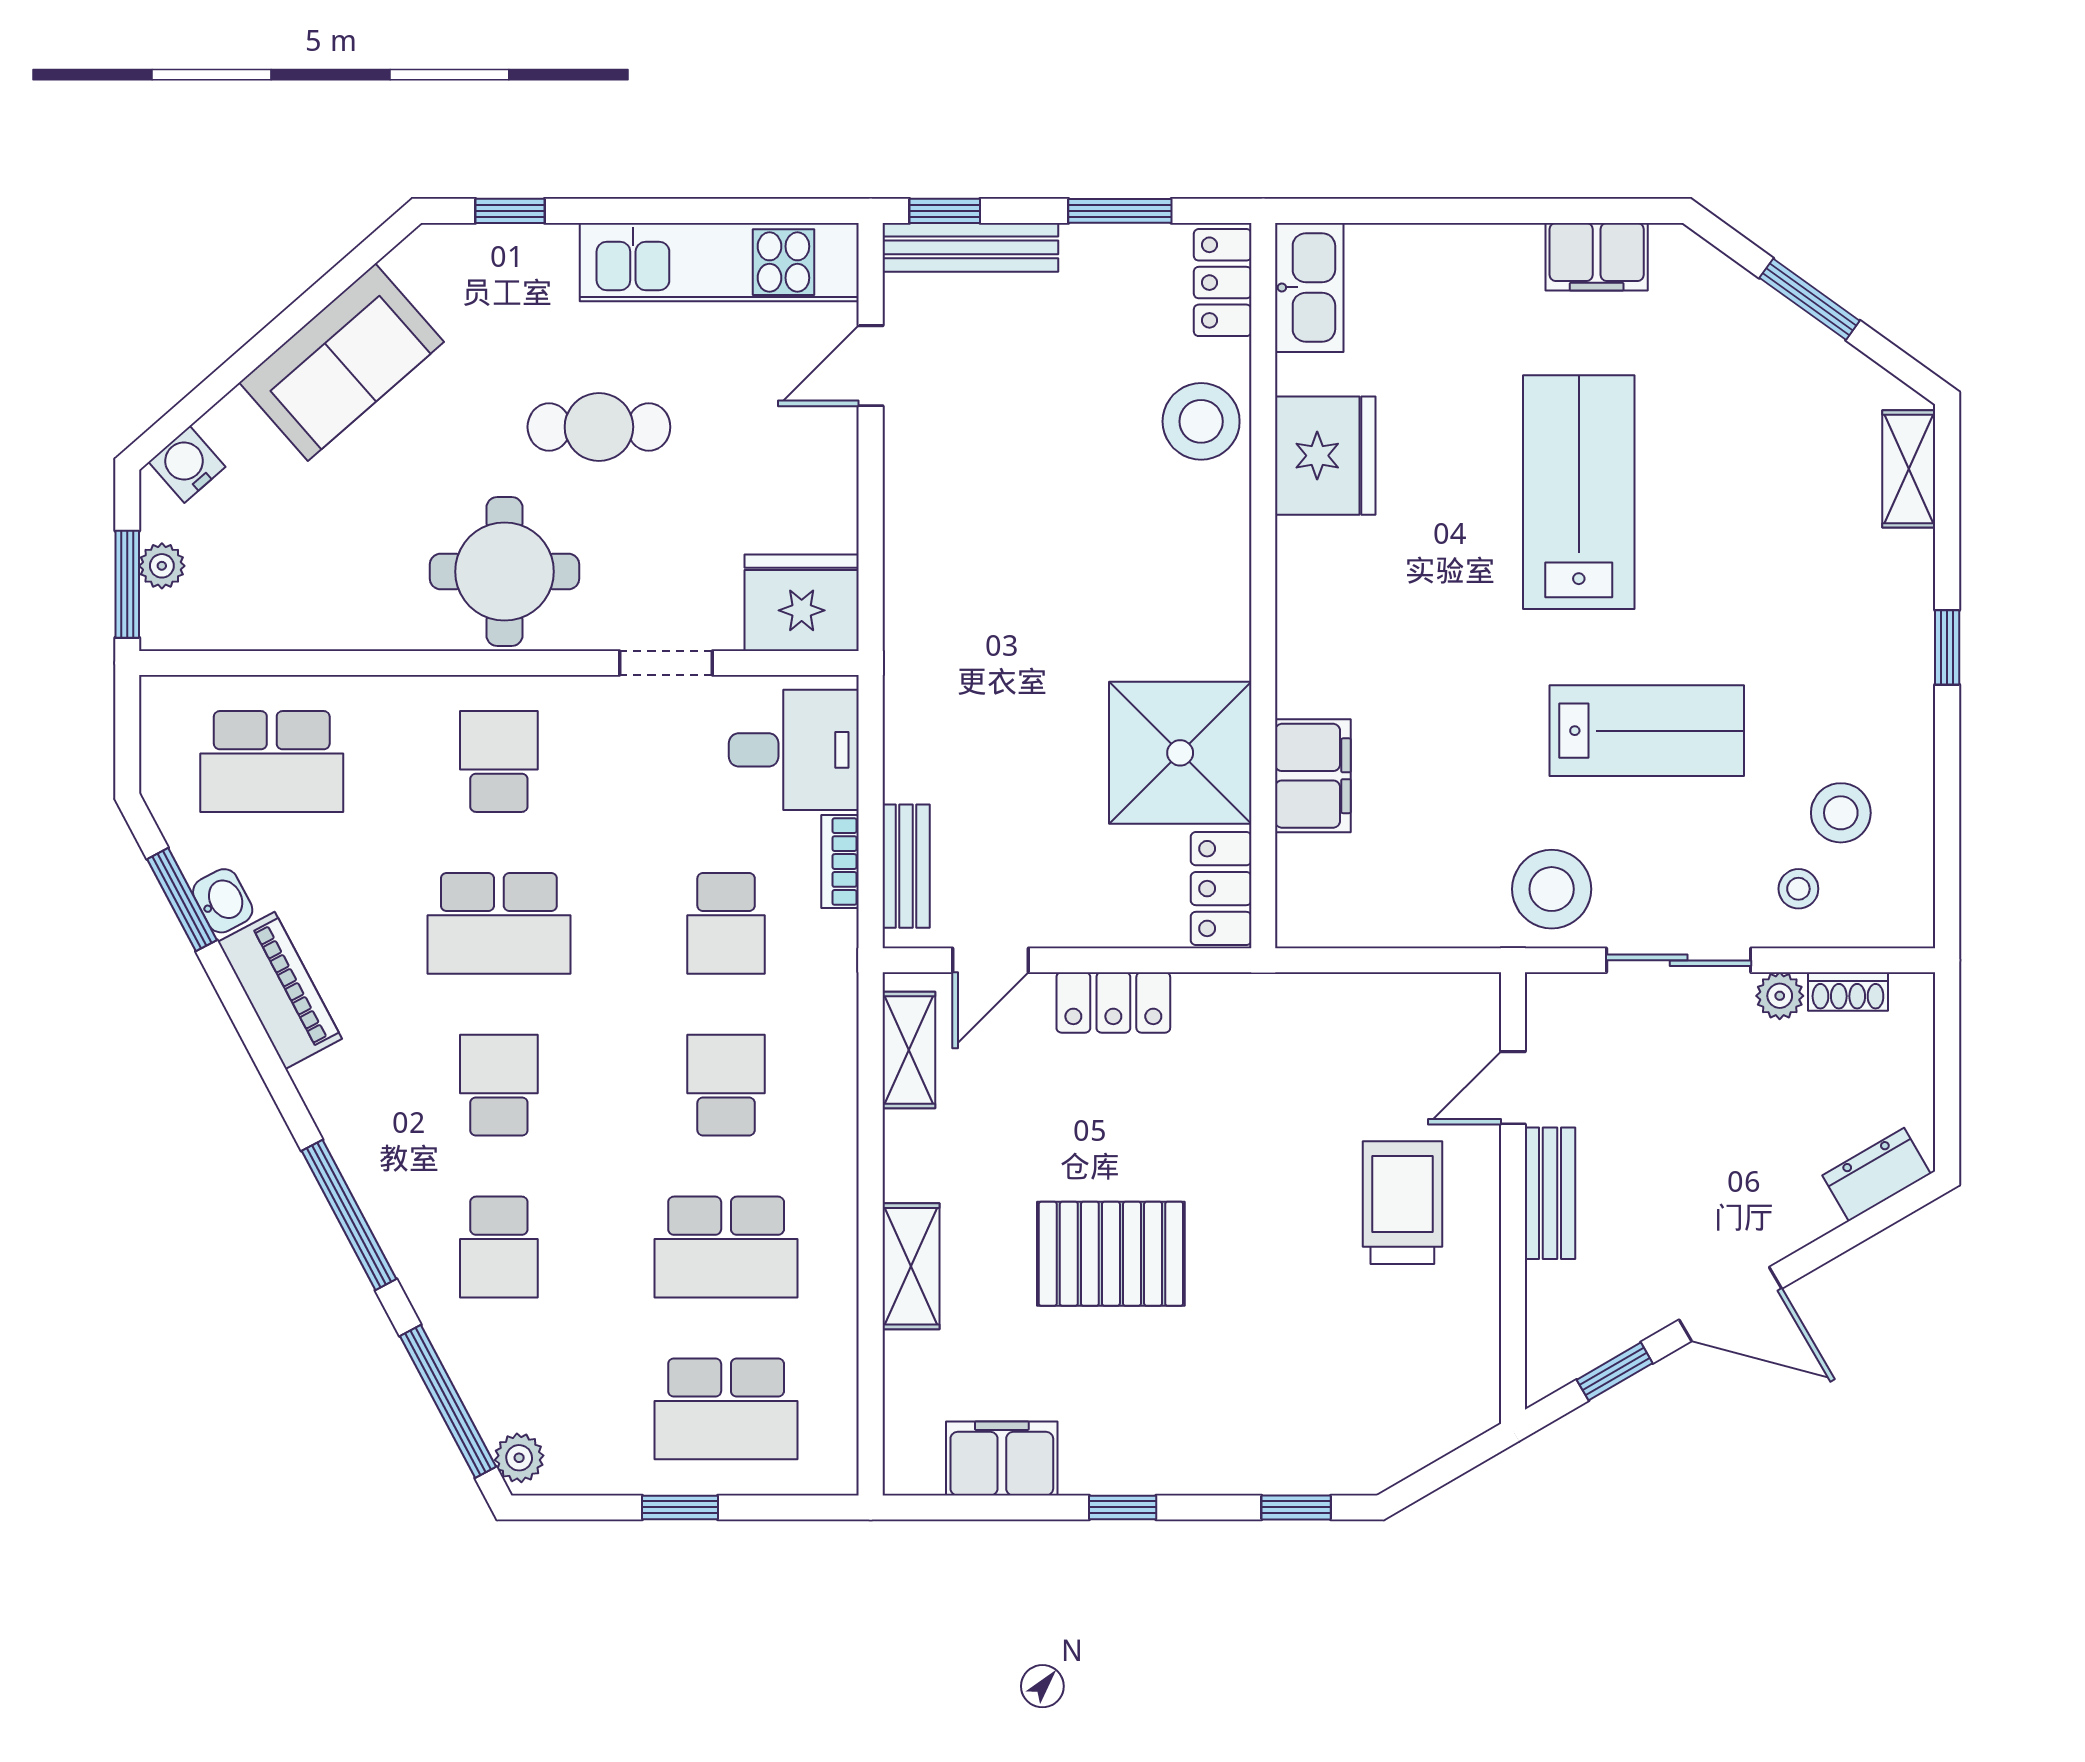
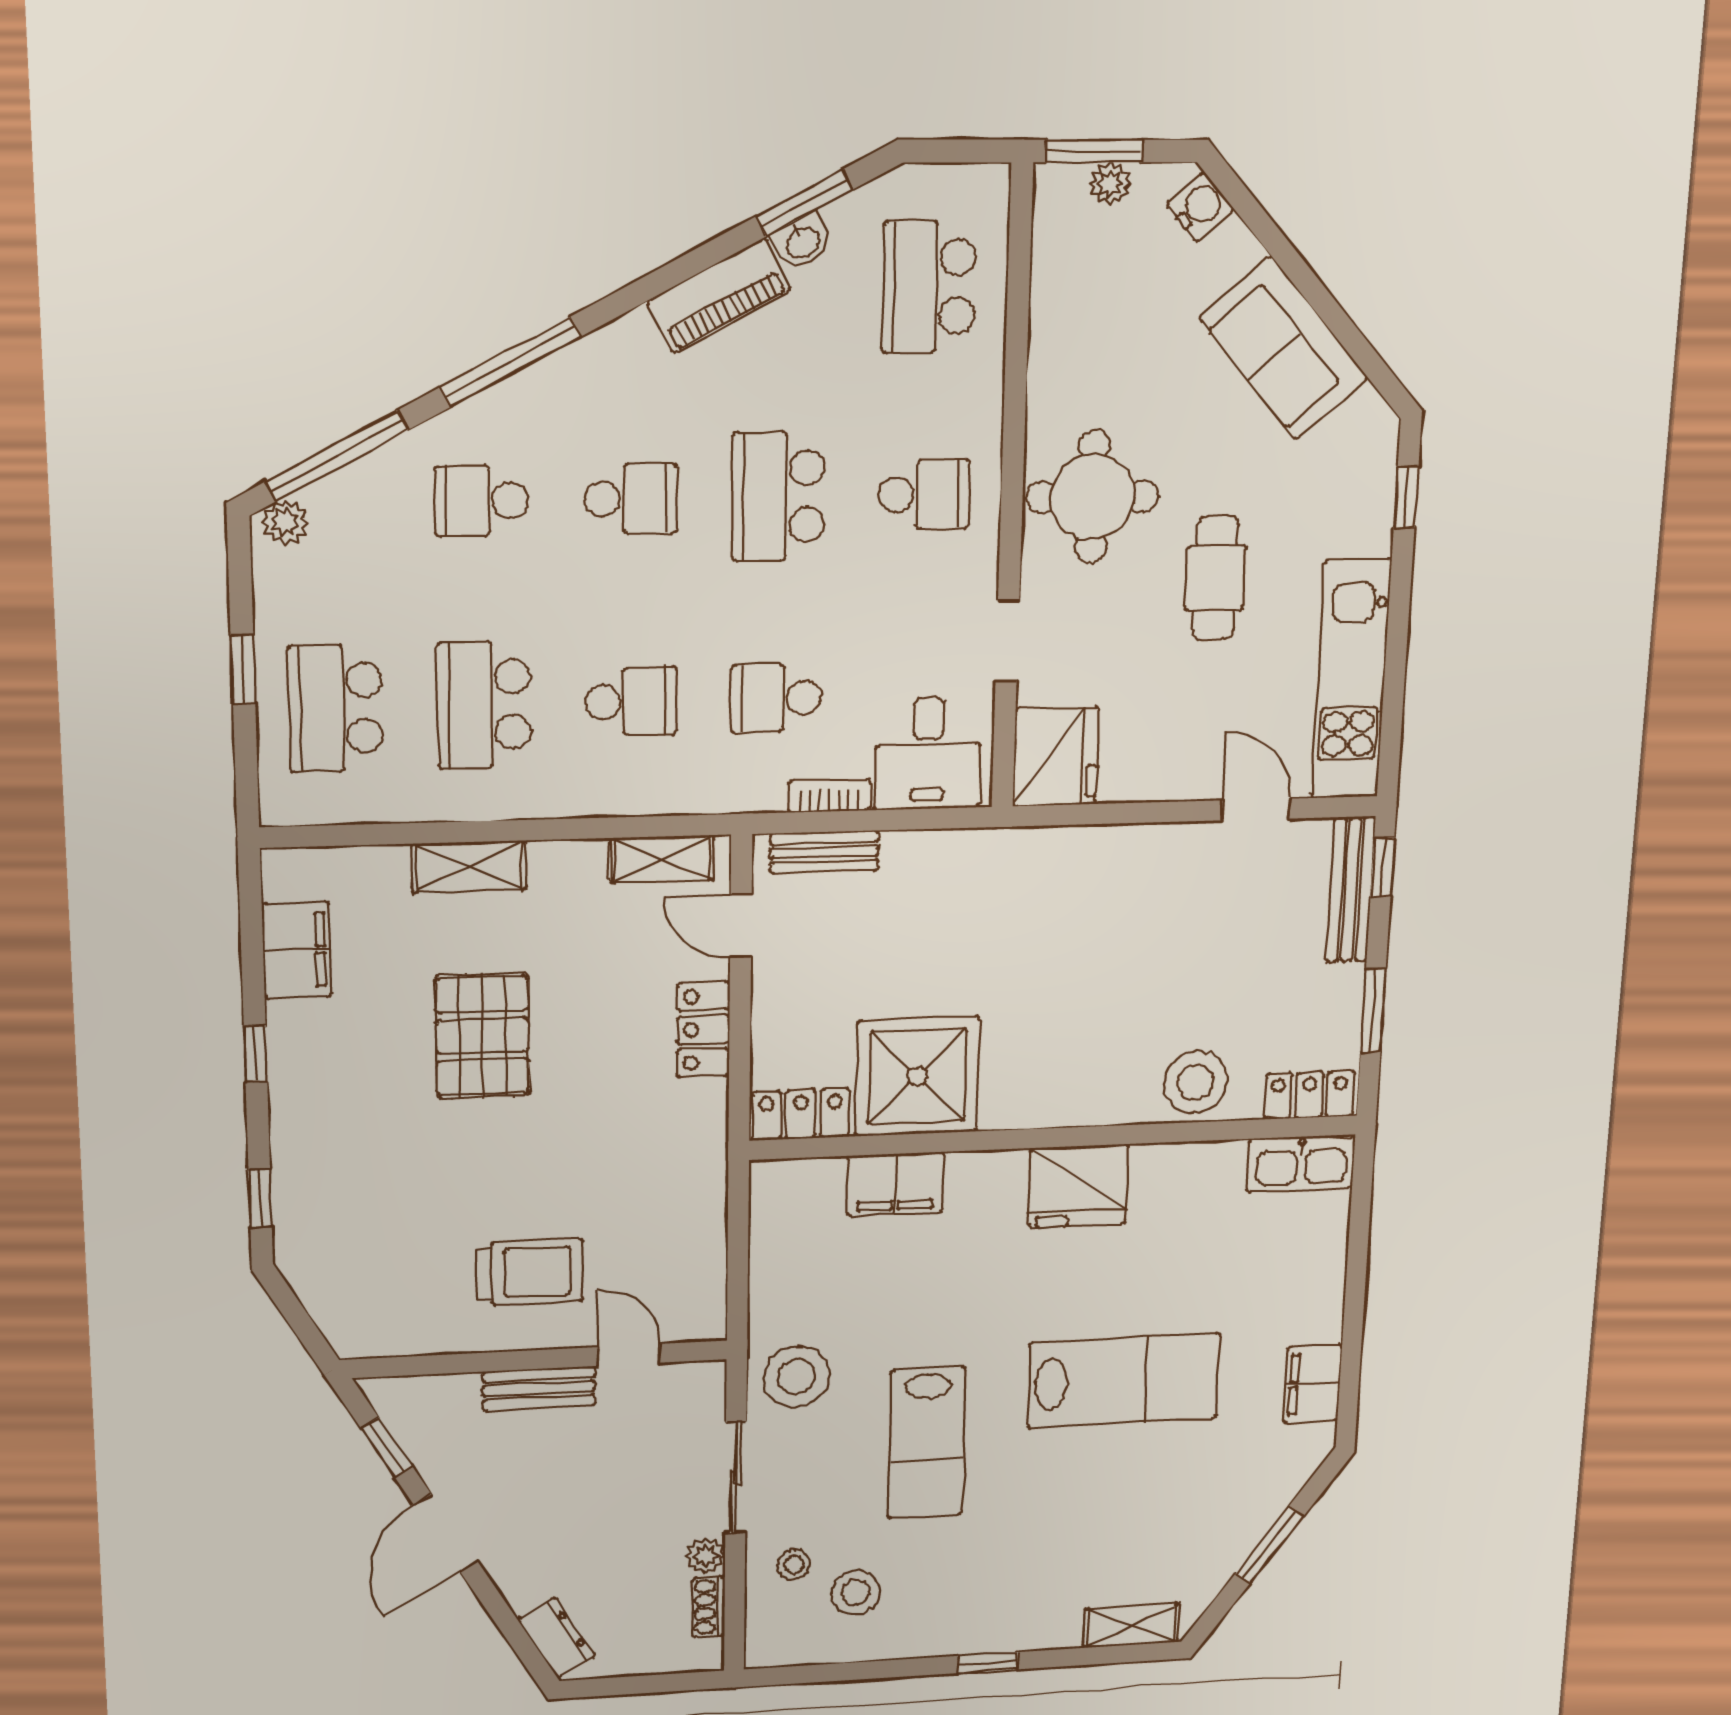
fridge: (1325, 456) -> (1079, 1186), moved

